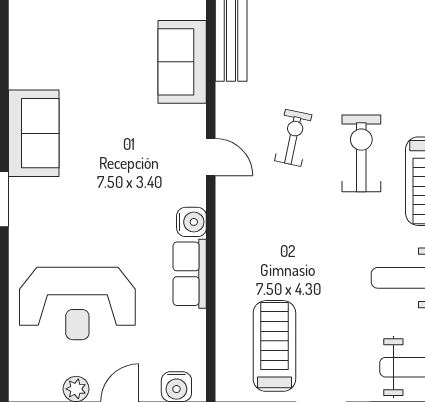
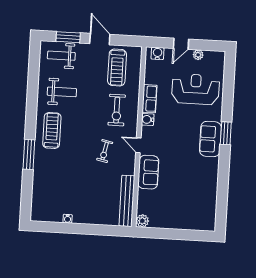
sofa: (182, 62) -> (148, 172), moved
sofa: (34, 133) -> (210, 139), moved
exercise bike: (361, 153) -> (117, 110), moved

